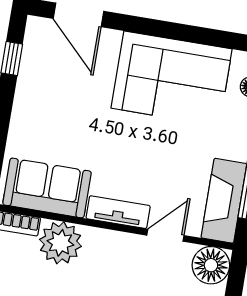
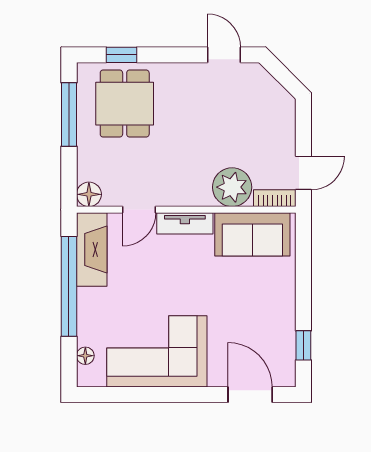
floor lamp: (211, 265) -> (89, 194), width x0.73, depth x0.73

